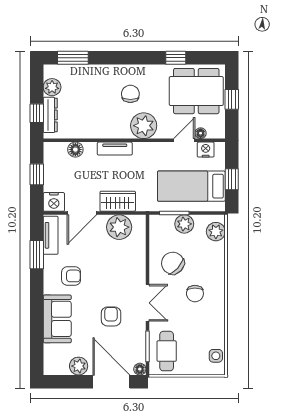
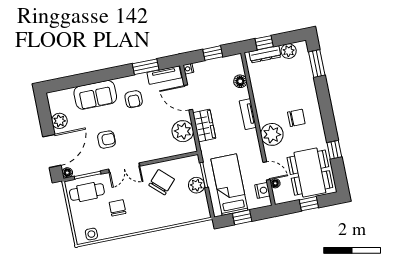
nightstand: (54, 202) -> (188, 69), width x0.53, depth x0.56
plant: (216, 232) -> (195, 213), removed
chair: (195, 294) -> (117, 208), moved, turned 90

